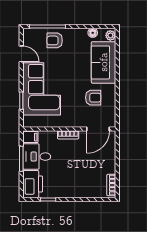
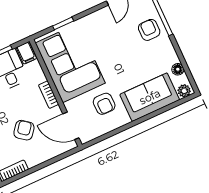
corner sofa: (42, 89) -> (70, 63), moved, turned -90
armchair: (86, 164) -> (24, 130), added

